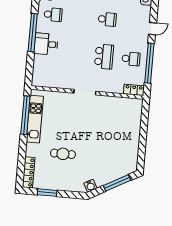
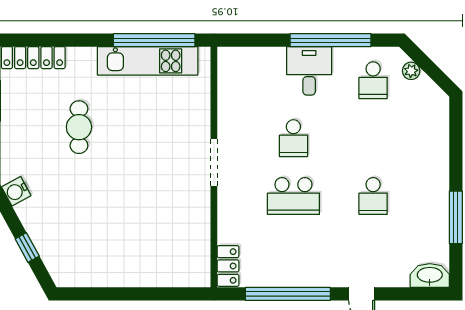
school desk: (131, 59) -> (293, 138), moved
window: (117, 183) -> (27, 247), width x0.46

